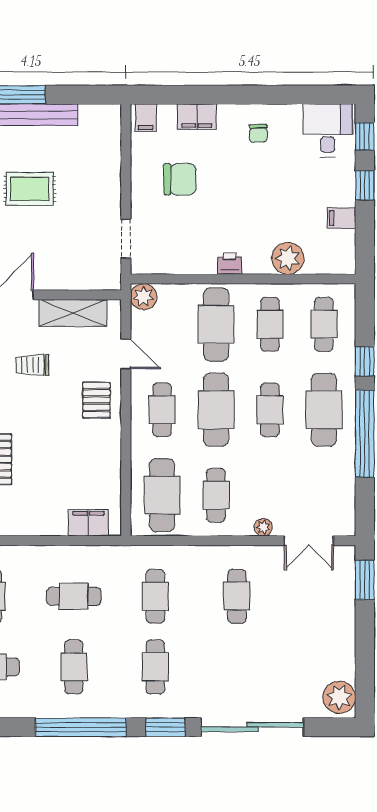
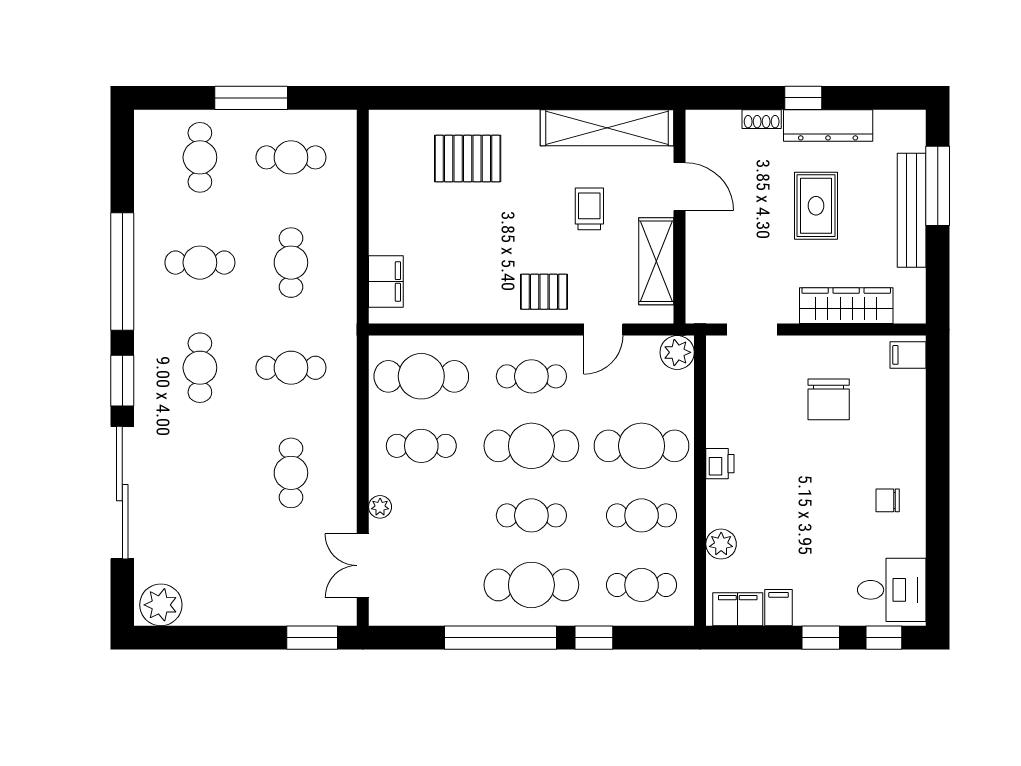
filing cabinet: (197, 117) -> (738, 609), moved, turned 90
wardrobe: (107, 166) -> (846, 306), added
plant: (288, 258) -> (721, 544), width x0.73, depth x0.73
cafe table: (237, 596) -> (291, 473), turned 90
cafe table: (155, 667) -> (200, 368), turned 90

